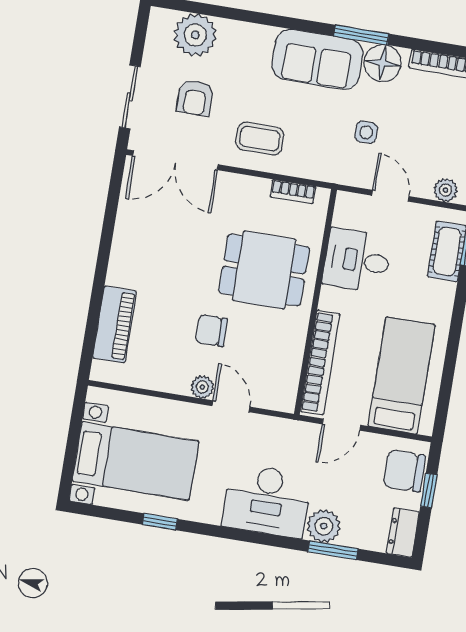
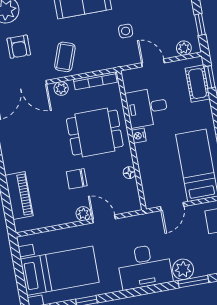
coffee table: (260, 139) -> (65, 57), turned -70
plant: (237, 185) -> (61, 88), added
bookcase: (293, 191) -> (95, 81), width x1.56
nightstand: (329, 299) -> (139, 136), added
floor lamp: (295, 350) -> (129, 173), added
bookcase: (320, 363) -> (147, 175), removed

